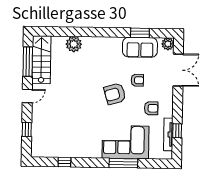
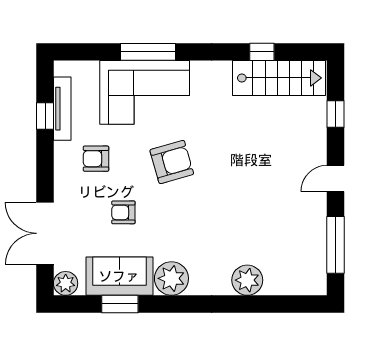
plant: (113, 46) -> (171, 278), added
stairs: (41, 60) -> (279, 78), moved, turned -90
armchair: (115, 94) -> (172, 162), moved

